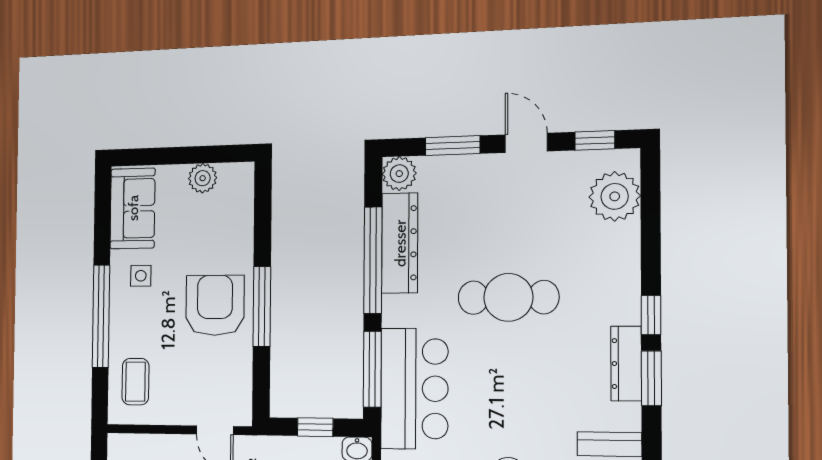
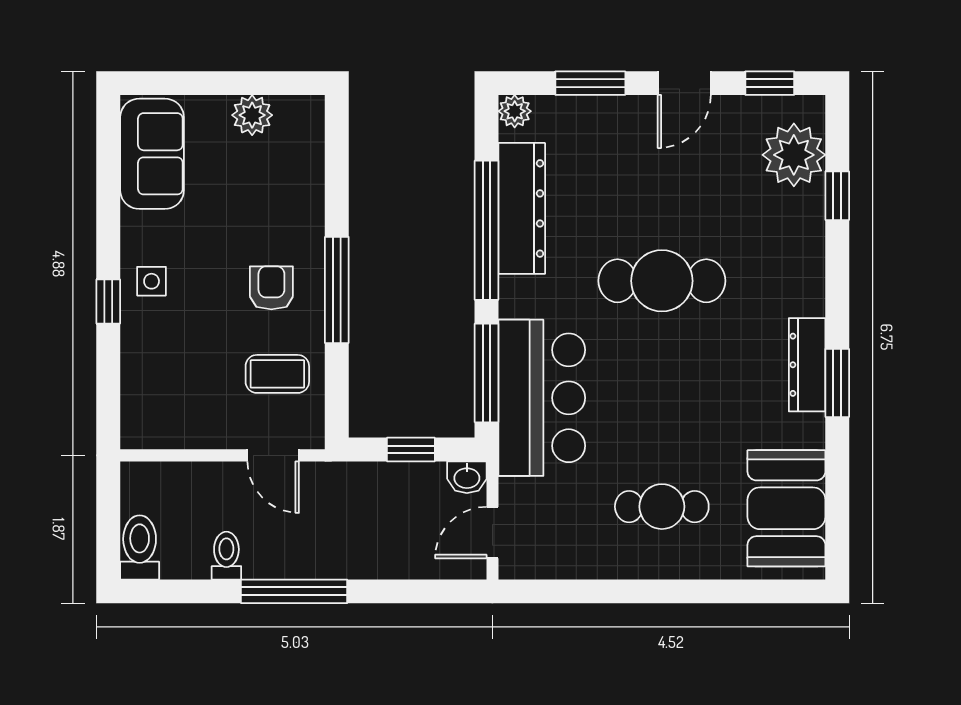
door: (526, 143) -> (684, 83), swing flipped
plant: (399, 174) -> (515, 111), width x0.73, depth x0.73
side table: (141, 276) -> (152, 281), moved
armchair: (215, 305) -> (271, 288), width x0.53, depth x0.53
window: (651, 315) -> (837, 196), moved
window: (101, 316) -> (108, 302), width x0.32
coffee table: (135, 382) -> (277, 374), moved, turned 90

